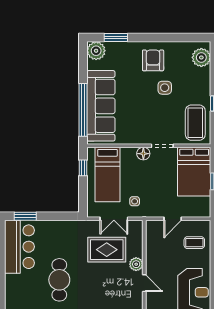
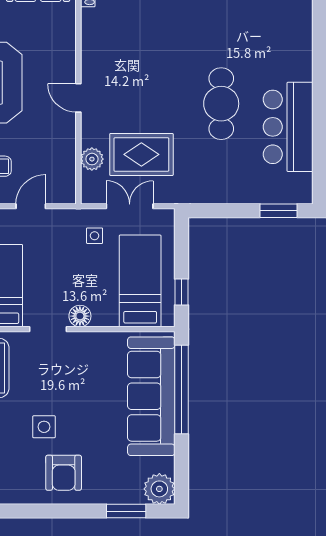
bar counter: (19, 247) -> (288, 127), moved
plant: (136, 264) -> (92, 159), moved

